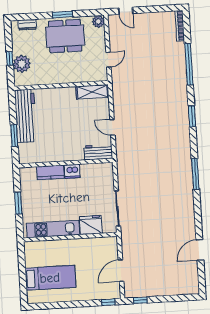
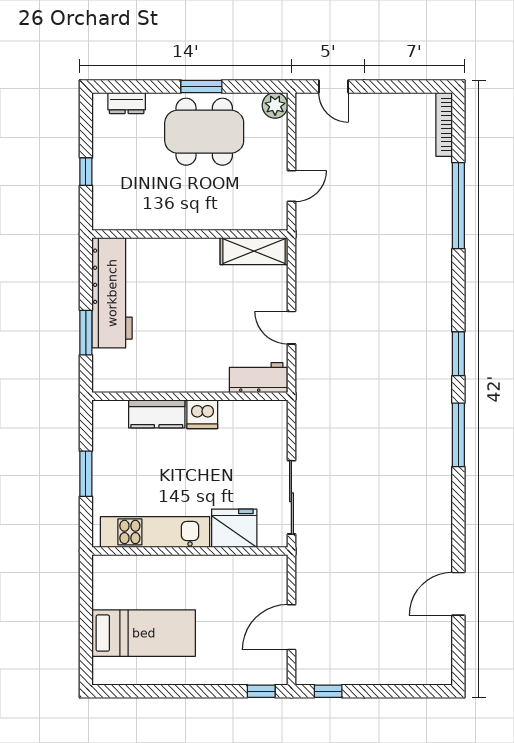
plant: (22, 64) -> (110, 184), removed
window: (192, 116) -> (458, 354), moved

